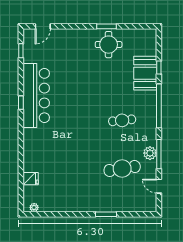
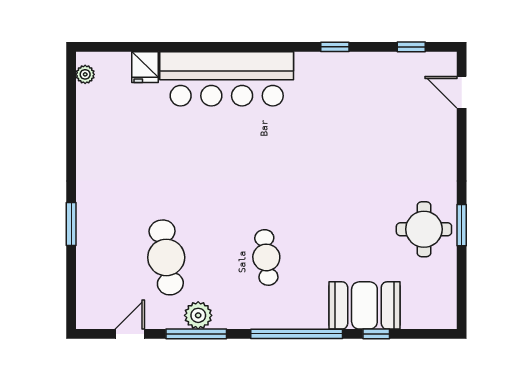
bar counter: (36, 96) -> (227, 79), moved
window: (21, 103) -> (335, 47), moved

